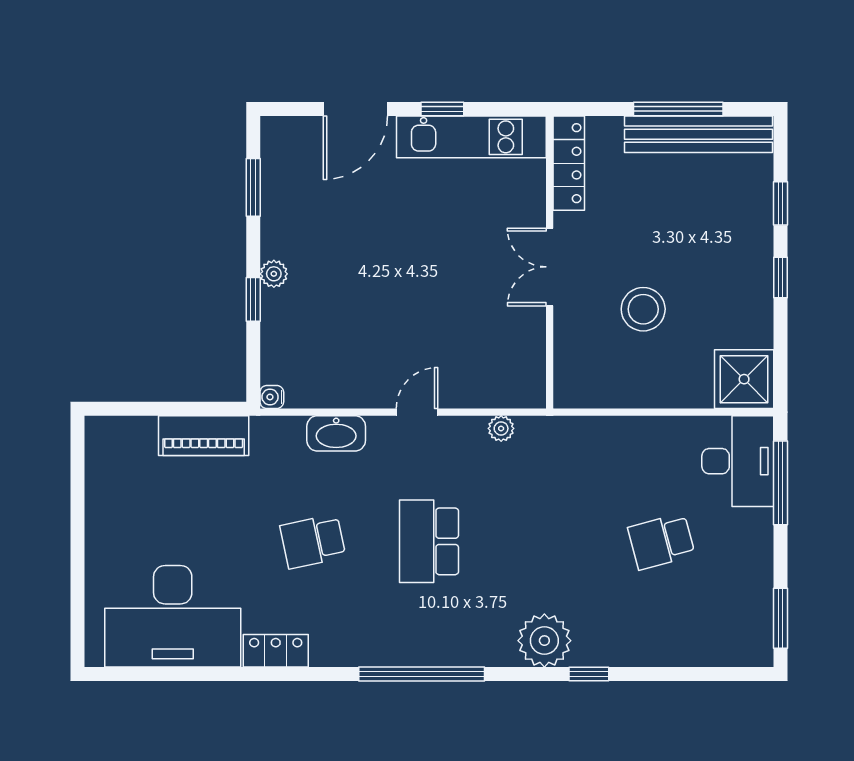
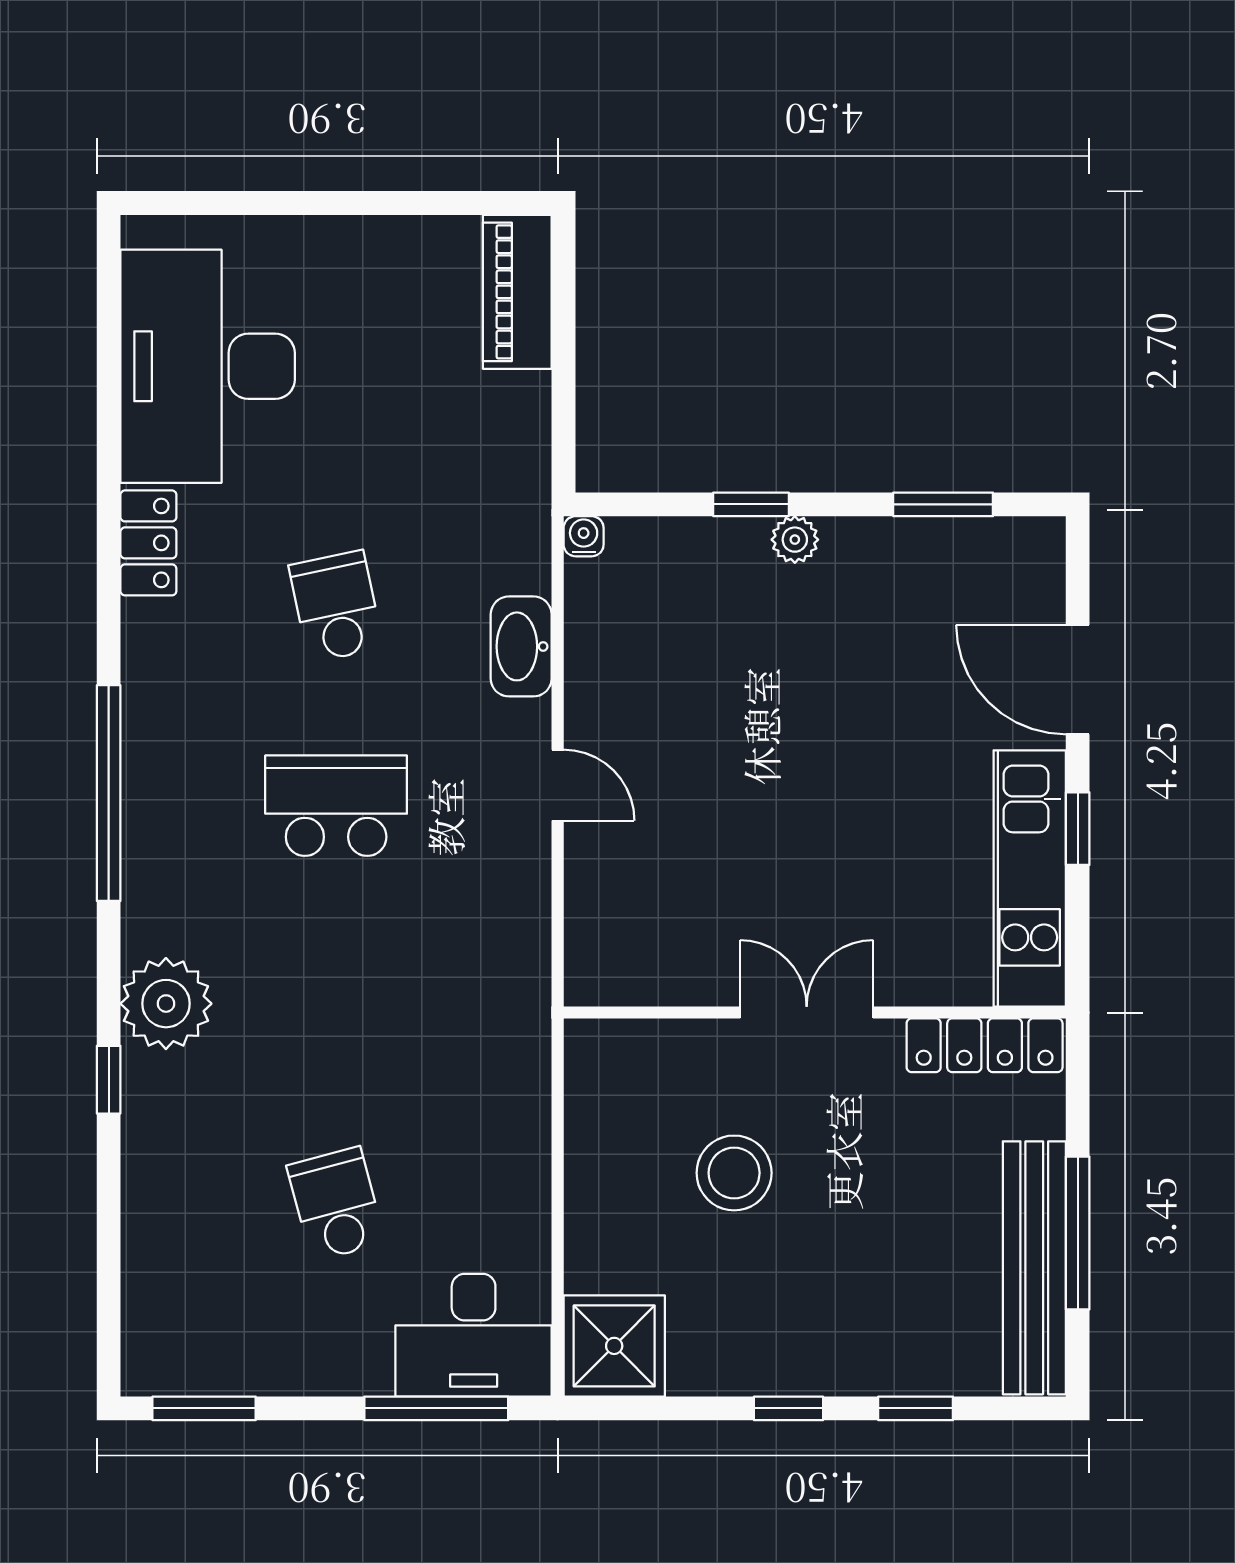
plant: (501, 428) -> (530, 929), removed
piano: (204, 436) -> (517, 292), moved

